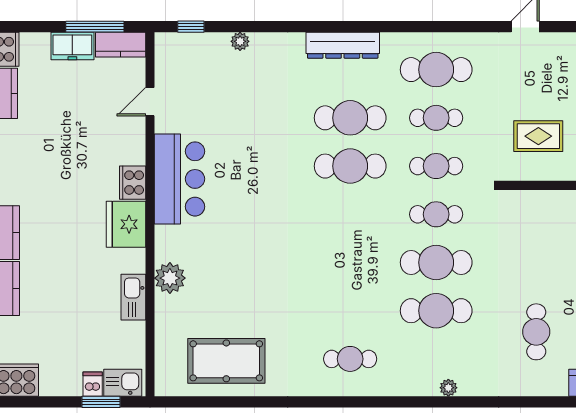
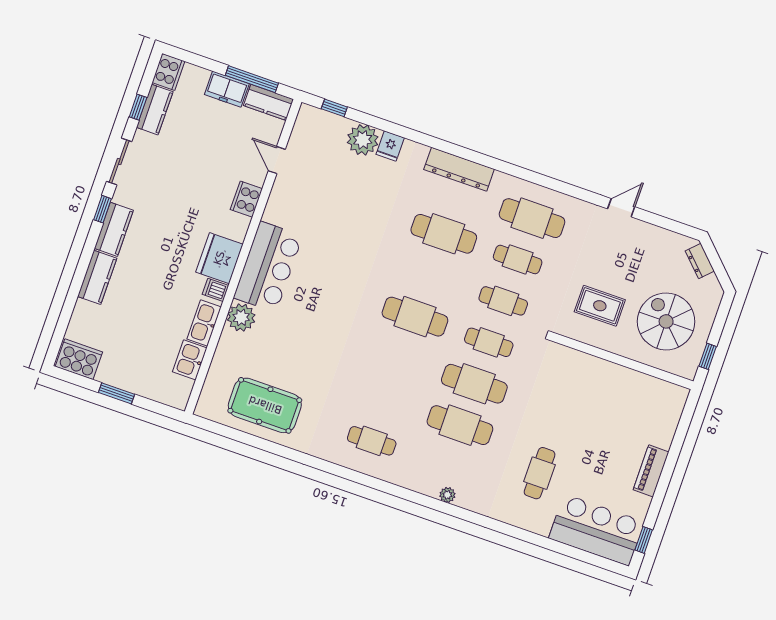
plant: (240, 41) -> (363, 140), width x1.88, depth x1.88
fridge: (263, 46) -> (390, 146), added
door: (150, 102) -> (277, 160), hinge flipped
cafe table: (350, 166) -> (415, 317), moved
bar counter: (179, 179) -> (268, 267), moved
cooker: (133, 183) -> (246, 199), moved
kitchen sink: (123, 383) -> (190, 360), moved, turned -90
dishwasher: (93, 384) -> (215, 290), moved, turned -90
window: (101, 402) -> (117, 393), moved

